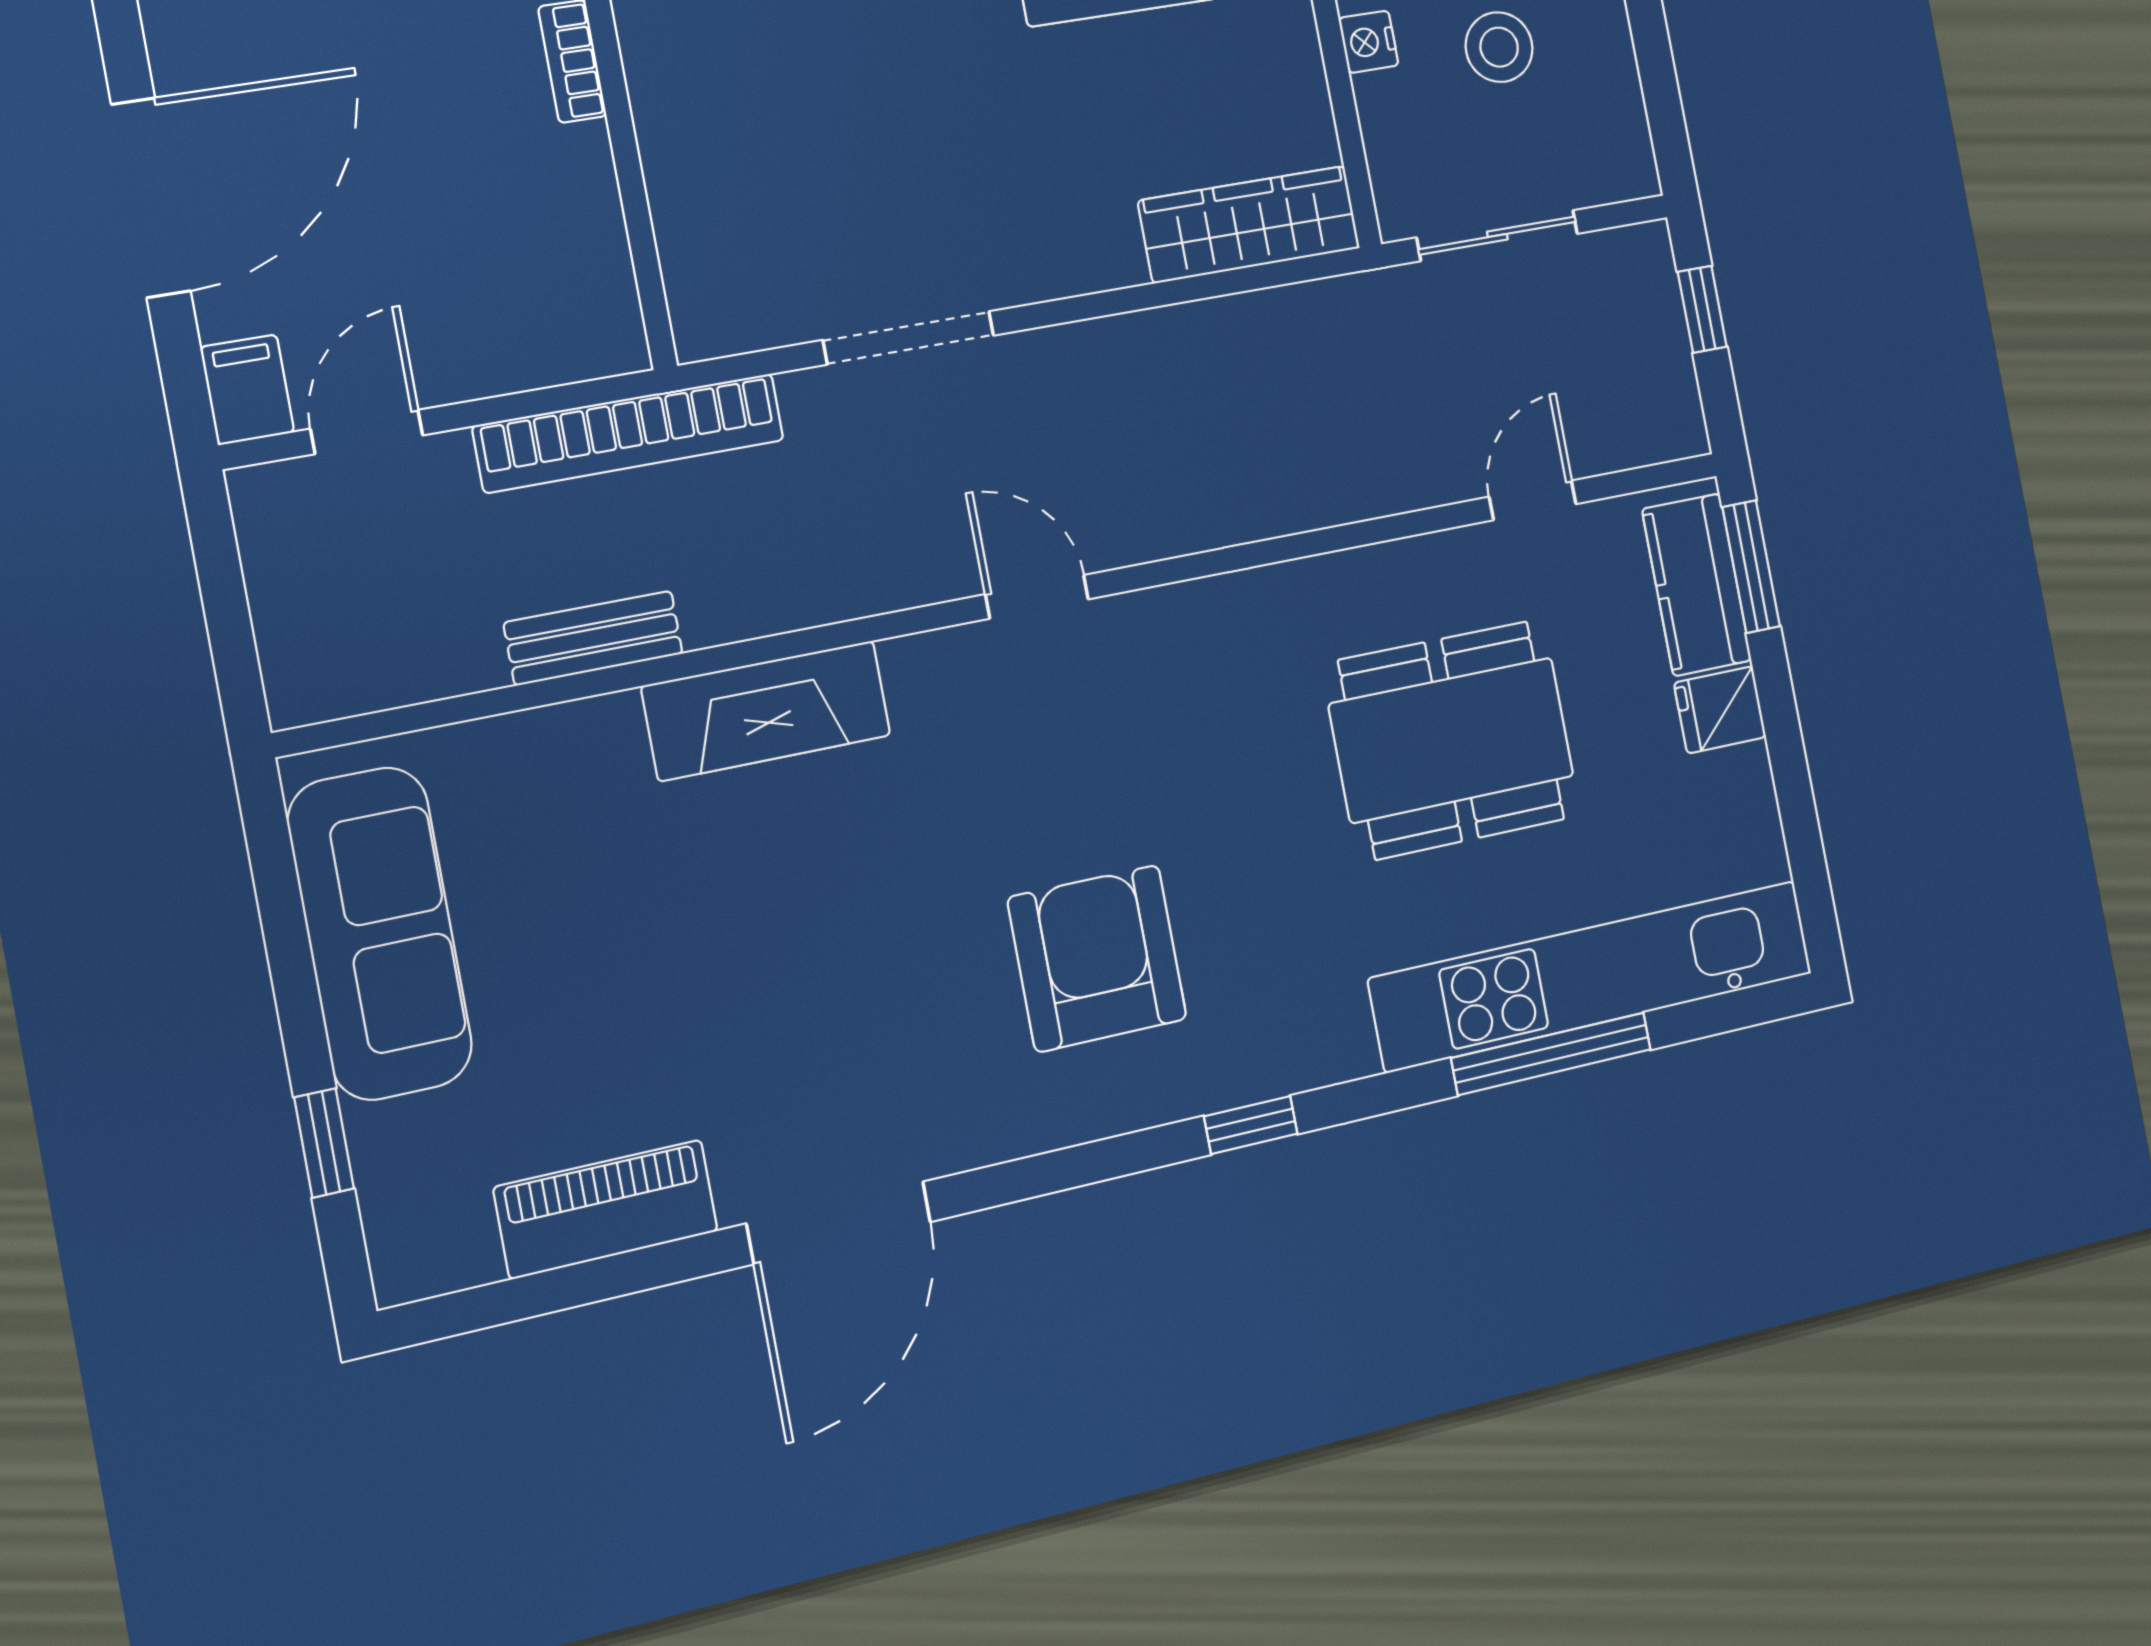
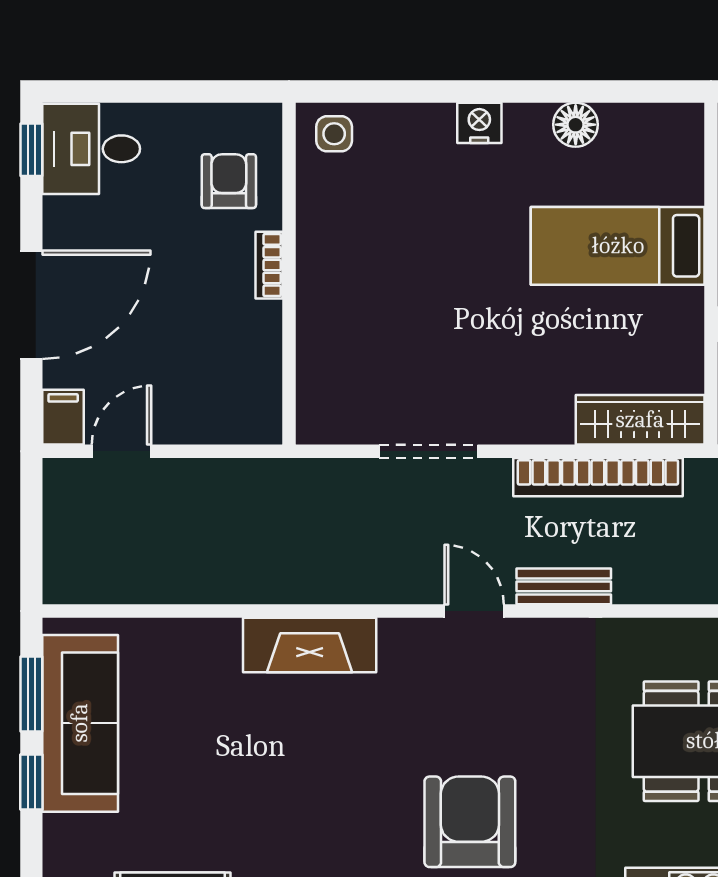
bookcase: (629, 433) -> (598, 477), moved
bench: (593, 638) -> (564, 586), moved
window: (279, 899) -> (31, 694), added
window: (324, 1143) -> (31, 782), moved

